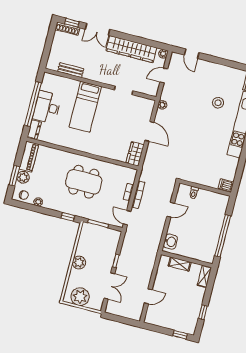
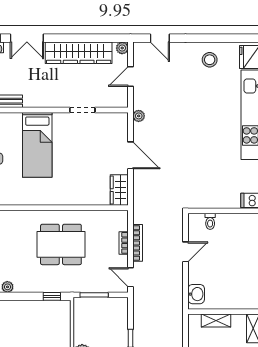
stool: (218, 103) -> (210, 60), moved

